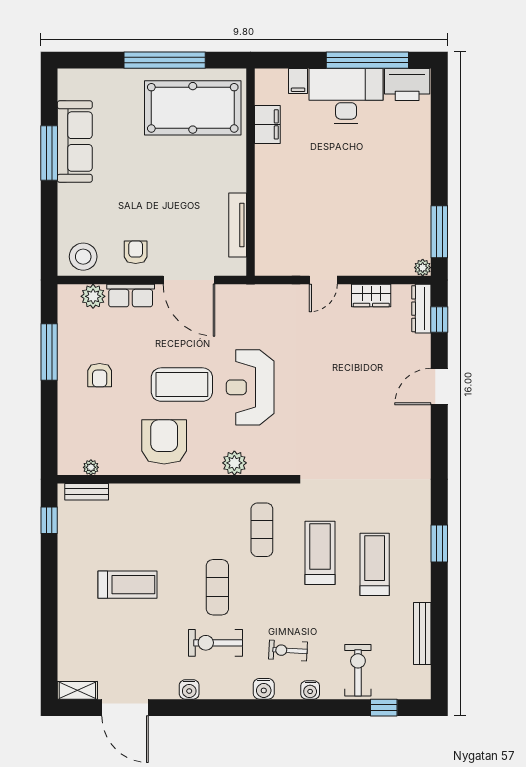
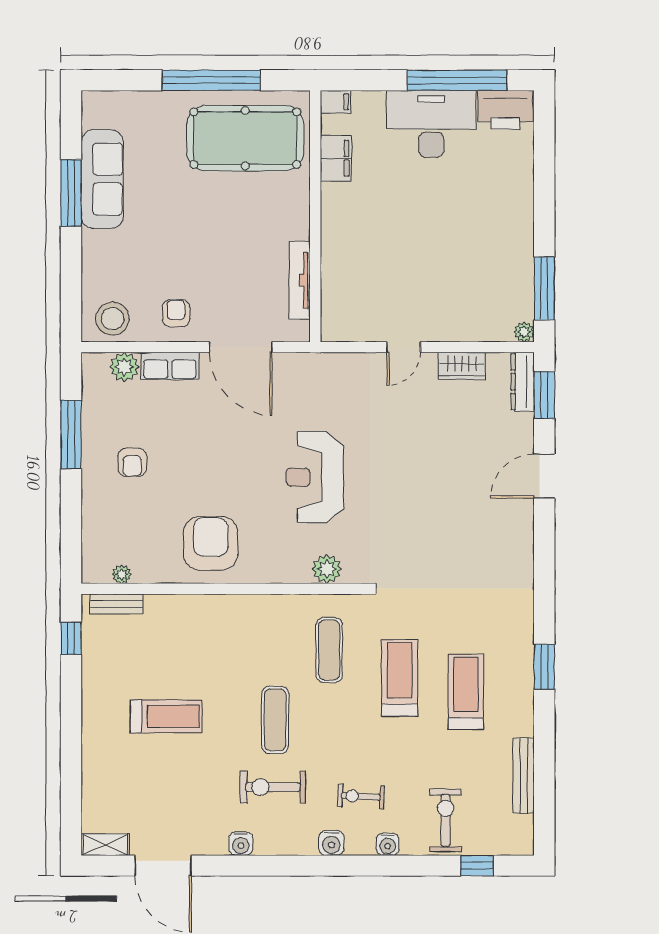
filing cabinet: (298, 81) -> (335, 102), moved, turned -90
window: (439, 320) -> (544, 395), width x1.50
coffee table: (182, 385) -> (232, 474), removed
plant: (234, 463) -> (327, 569), moved

